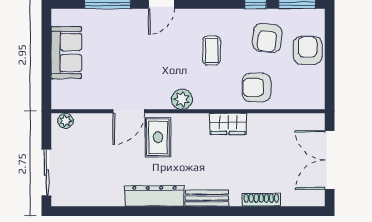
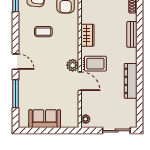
plant: (182, 99) -> (73, 65), moved
wardrobe: (228, 124) -> (87, 35), moved
dresser: (154, 196) -> (131, 81), moved

